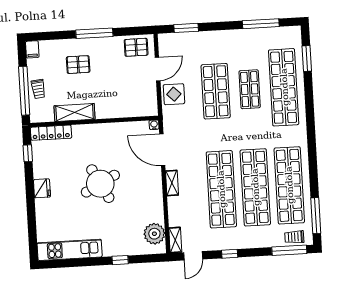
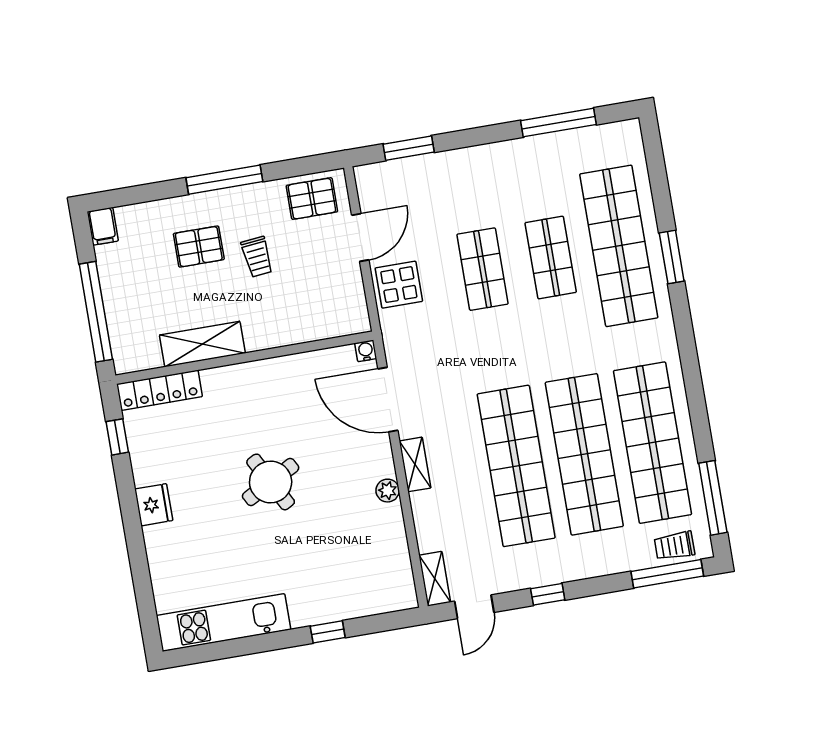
window: (307, 59) -> (672, 257), moved
trolley: (38, 89) -> (257, 257), moved
shop shelf: (216, 91) -> (483, 269), width x0.70, depth x0.74
round table: (100, 184) -> (271, 482), width x0.73, depth x0.73
plant: (154, 234) -> (388, 491), moved, width x0.53, depth x0.53

